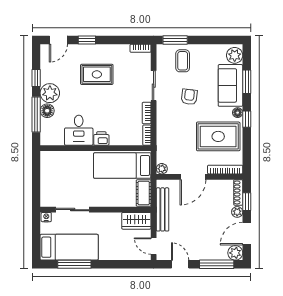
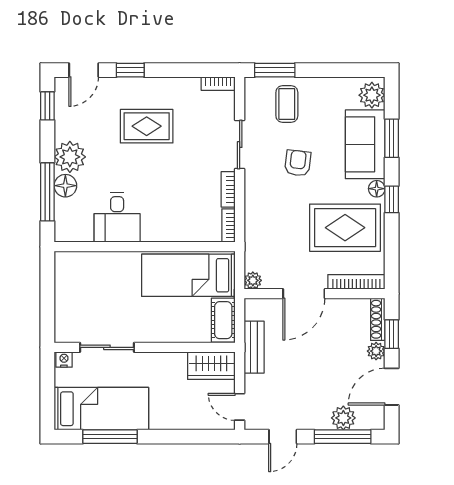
window: (36, 78) -> (47, 106), moved
printer: (101, 139) -> (154, 231), removed
bench: (163, 209) -> (254, 347), width x0.73
plant: (235, 253) -> (343, 418), moved
door: (180, 264) -> (283, 437), swing flipped

